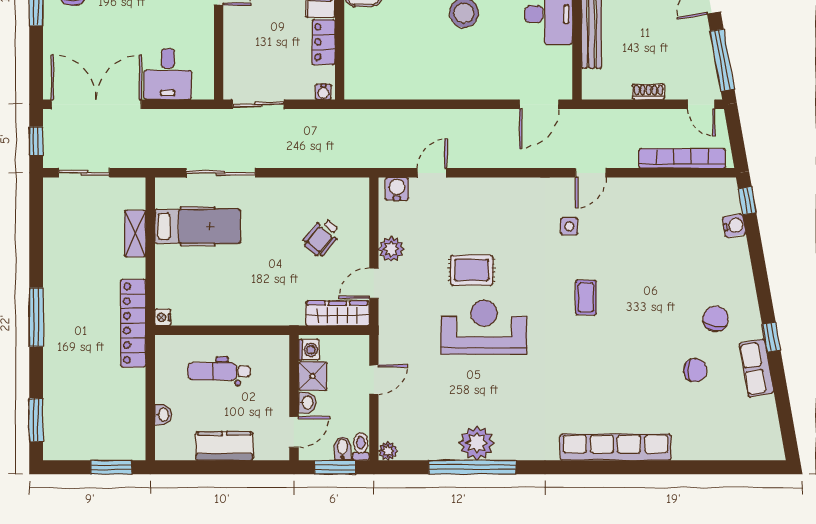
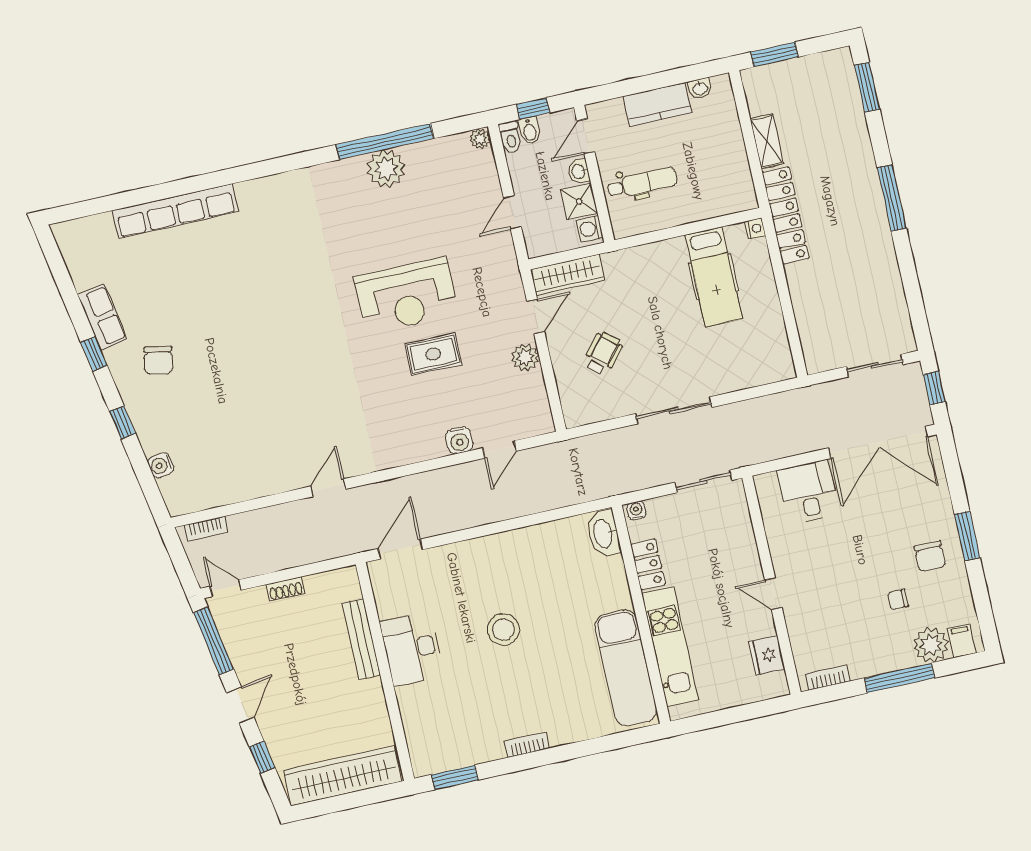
washbasin: (357, 78) -> (604, 533), added
bookcase: (682, 158) -> (206, 529), width x0.43, depth x0.76
sliding door: (221, 173) -> (674, 410), moved
water cooler: (397, 189) -> (459, 440), moved
window: (747, 201) -> (123, 423), moved
hospital bed: (198, 226) -> (714, 277), moved, turned -90
side table: (569, 226) -> (338, 425), removed
shelving: (135, 234) -> (767, 141), moved
coffee table: (586, 297) -> (303, 352), removed
chair: (695, 370) -> (168, 300), removed
dental chair: (219, 371) -> (642, 183), moved
washbasin: (163, 415) -> (700, 88), moved, turned -90
row of seats: (616, 447) -> (175, 211), moved
window: (335, 467) -> (533, 108), width x0.67

